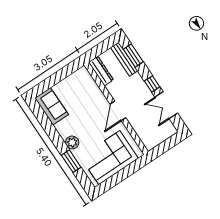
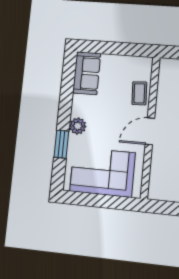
dresser: (101, 71) -> (165, 77), removed
coffee table: (94, 93) -> (139, 93), added

